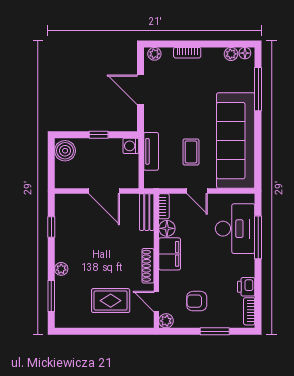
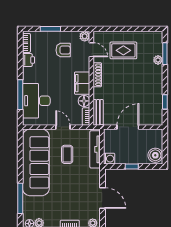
tv unit: (151, 151) -> (95, 149), width x1.41
door: (104, 191) -> (128, 127), hinge flipped
plant: (61, 269) -> (158, 60), moved

